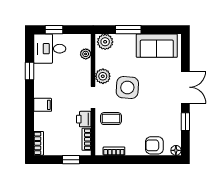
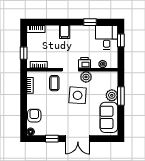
plant: (105, 42) -> (112, 95), moved
printer: (84, 119) -> (85, 63), moved

